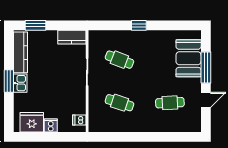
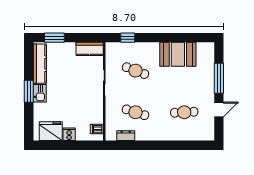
window: (139, 25) -> (128, 38), moved
booth: (189, 58) -> (178, 54), moved, turned 90
dresser: (109, 127) -> (126, 136), added

